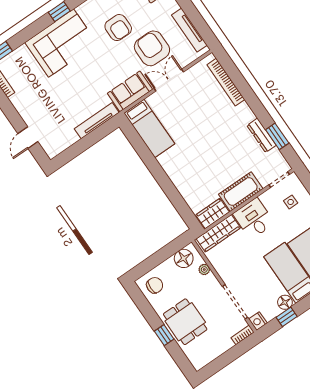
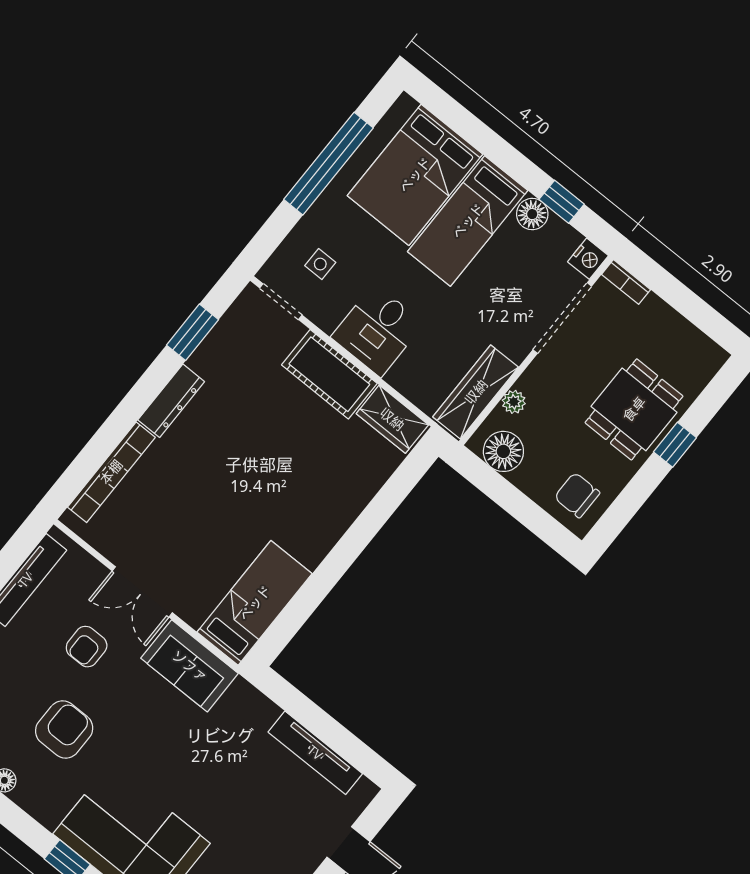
armchair: (152, 48) -> (87, 647), width x0.53, depth x0.53
tv unit: (97, 121) -> (315, 753), moved
dresser: (262, 135) -> (171, 401), moved
wardrobe: (218, 233) -> (476, 392), moved, turned -90

